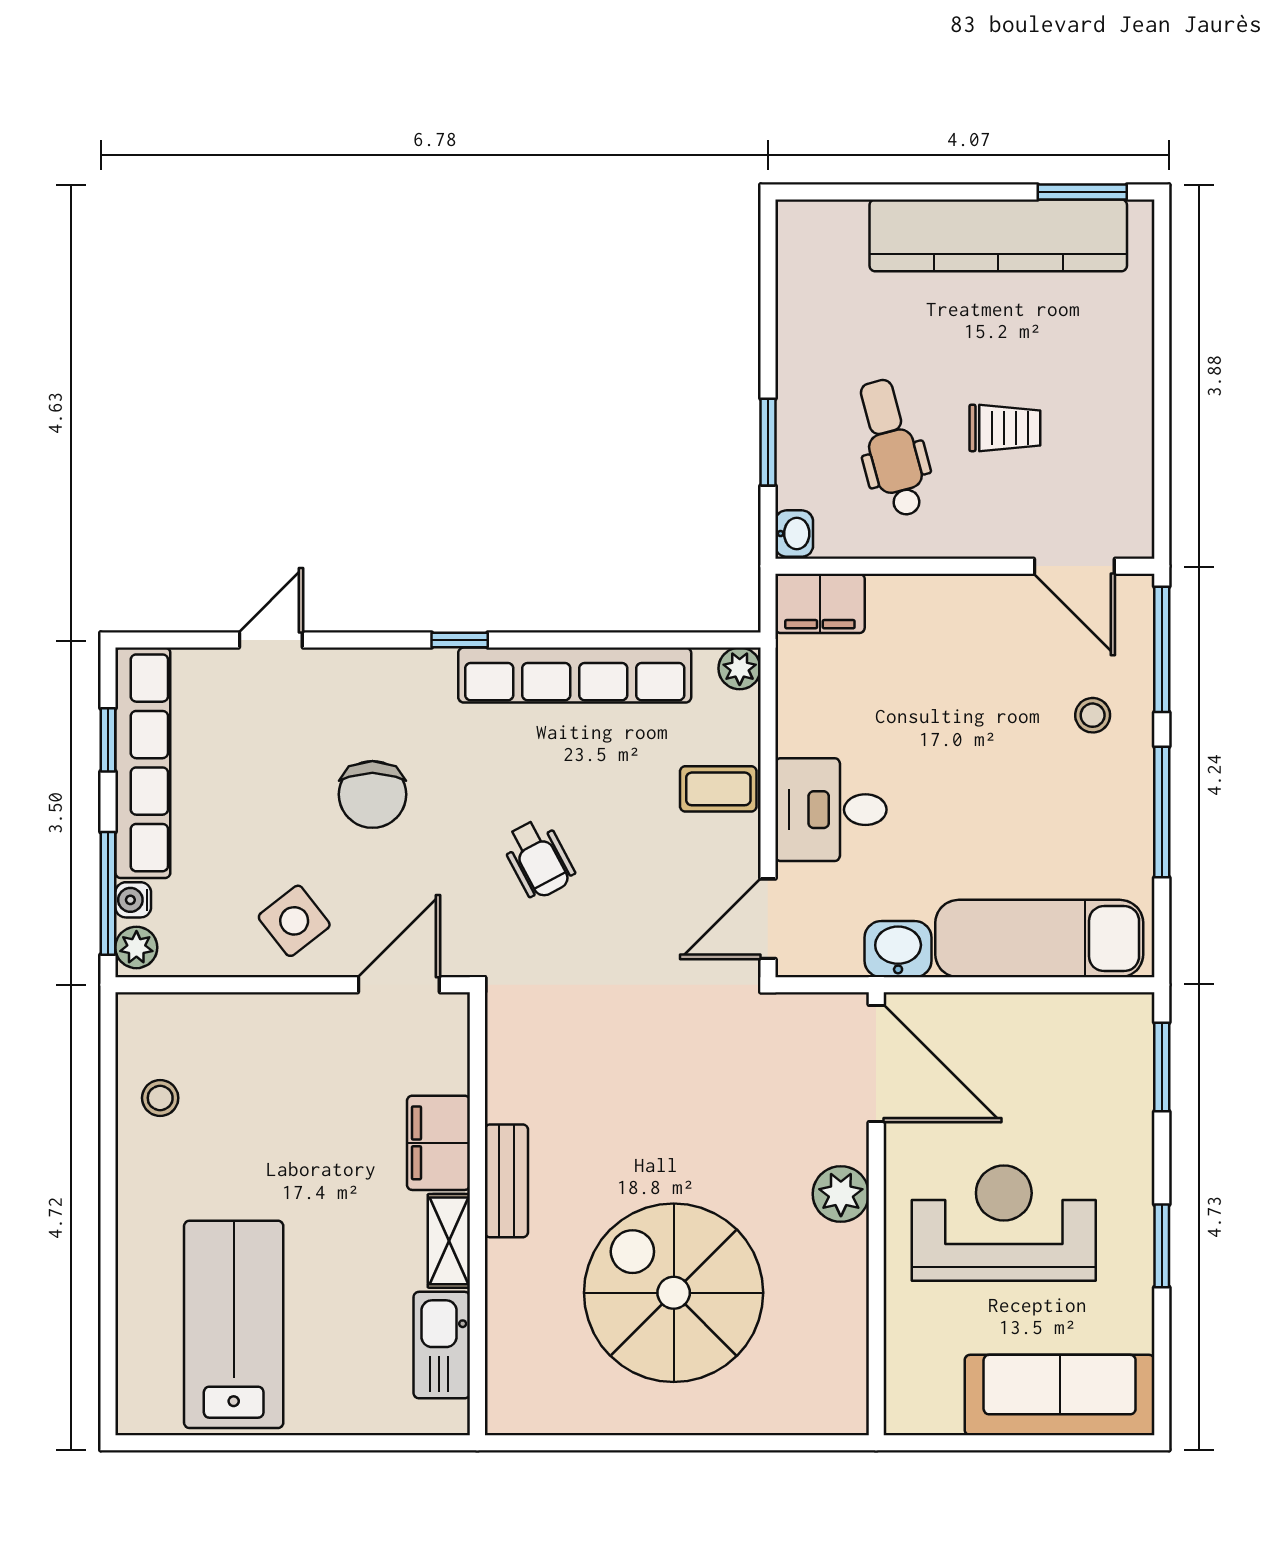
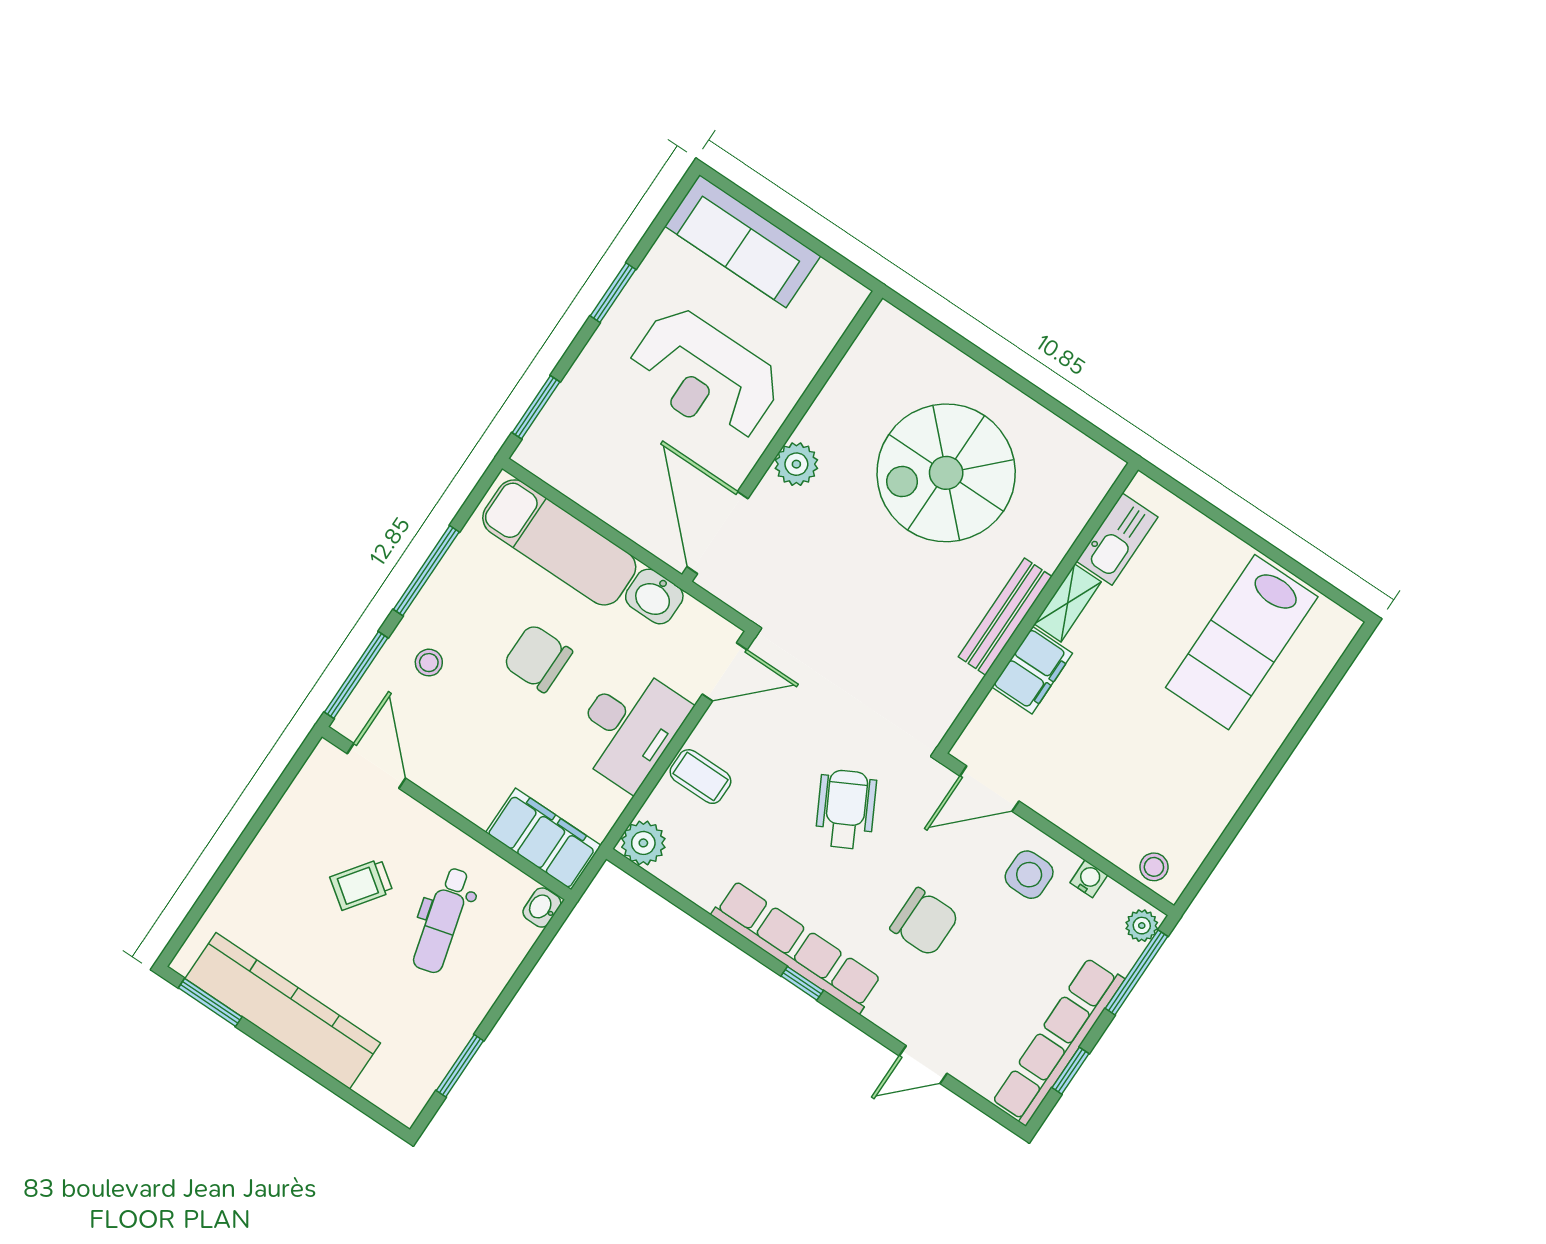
trolley: (1005, 428) -> (361, 884), turned -54
window: (768, 442) -> (460, 1066), moved
filing cabinet: (820, 603) -> (543, 839), width x1.50, depth x1.17
plant: (740, 668) -> (643, 843), width x1.38, depth x1.38
row of seats: (575, 675) -> (796, 947), moved
chair: (372, 794) -> (924, 922), turned 90
chair: (979, 799) -> (538, 658), added
desk: (831, 810) -> (629, 727), width x1.37
wheelchair: (538, 859) -> (846, 809), width x1.36, depth x1.37
water cooler: (133, 900) -> (1089, 879), moved, turned -90
side table: (294, 921) -> (1029, 875), turned 38
stool: (160, 1098) -> (1154, 867), moved
bench: (506, 1181) -> (1005, 617), width x1.36
spiral stairs: (674, 1293) -> (946, 473), turned 90

